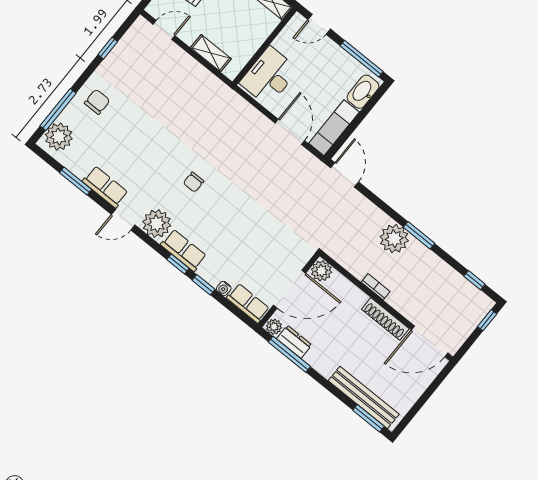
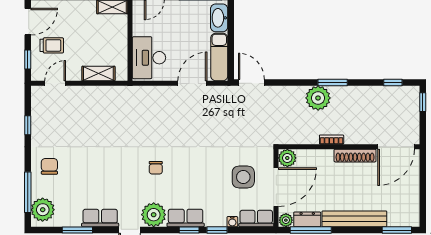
door: (290, 132) -> (192, 83), hinge flipped
side table: (267, 256) -> (243, 177), added
bench: (364, 397) -> (354, 219), moved

